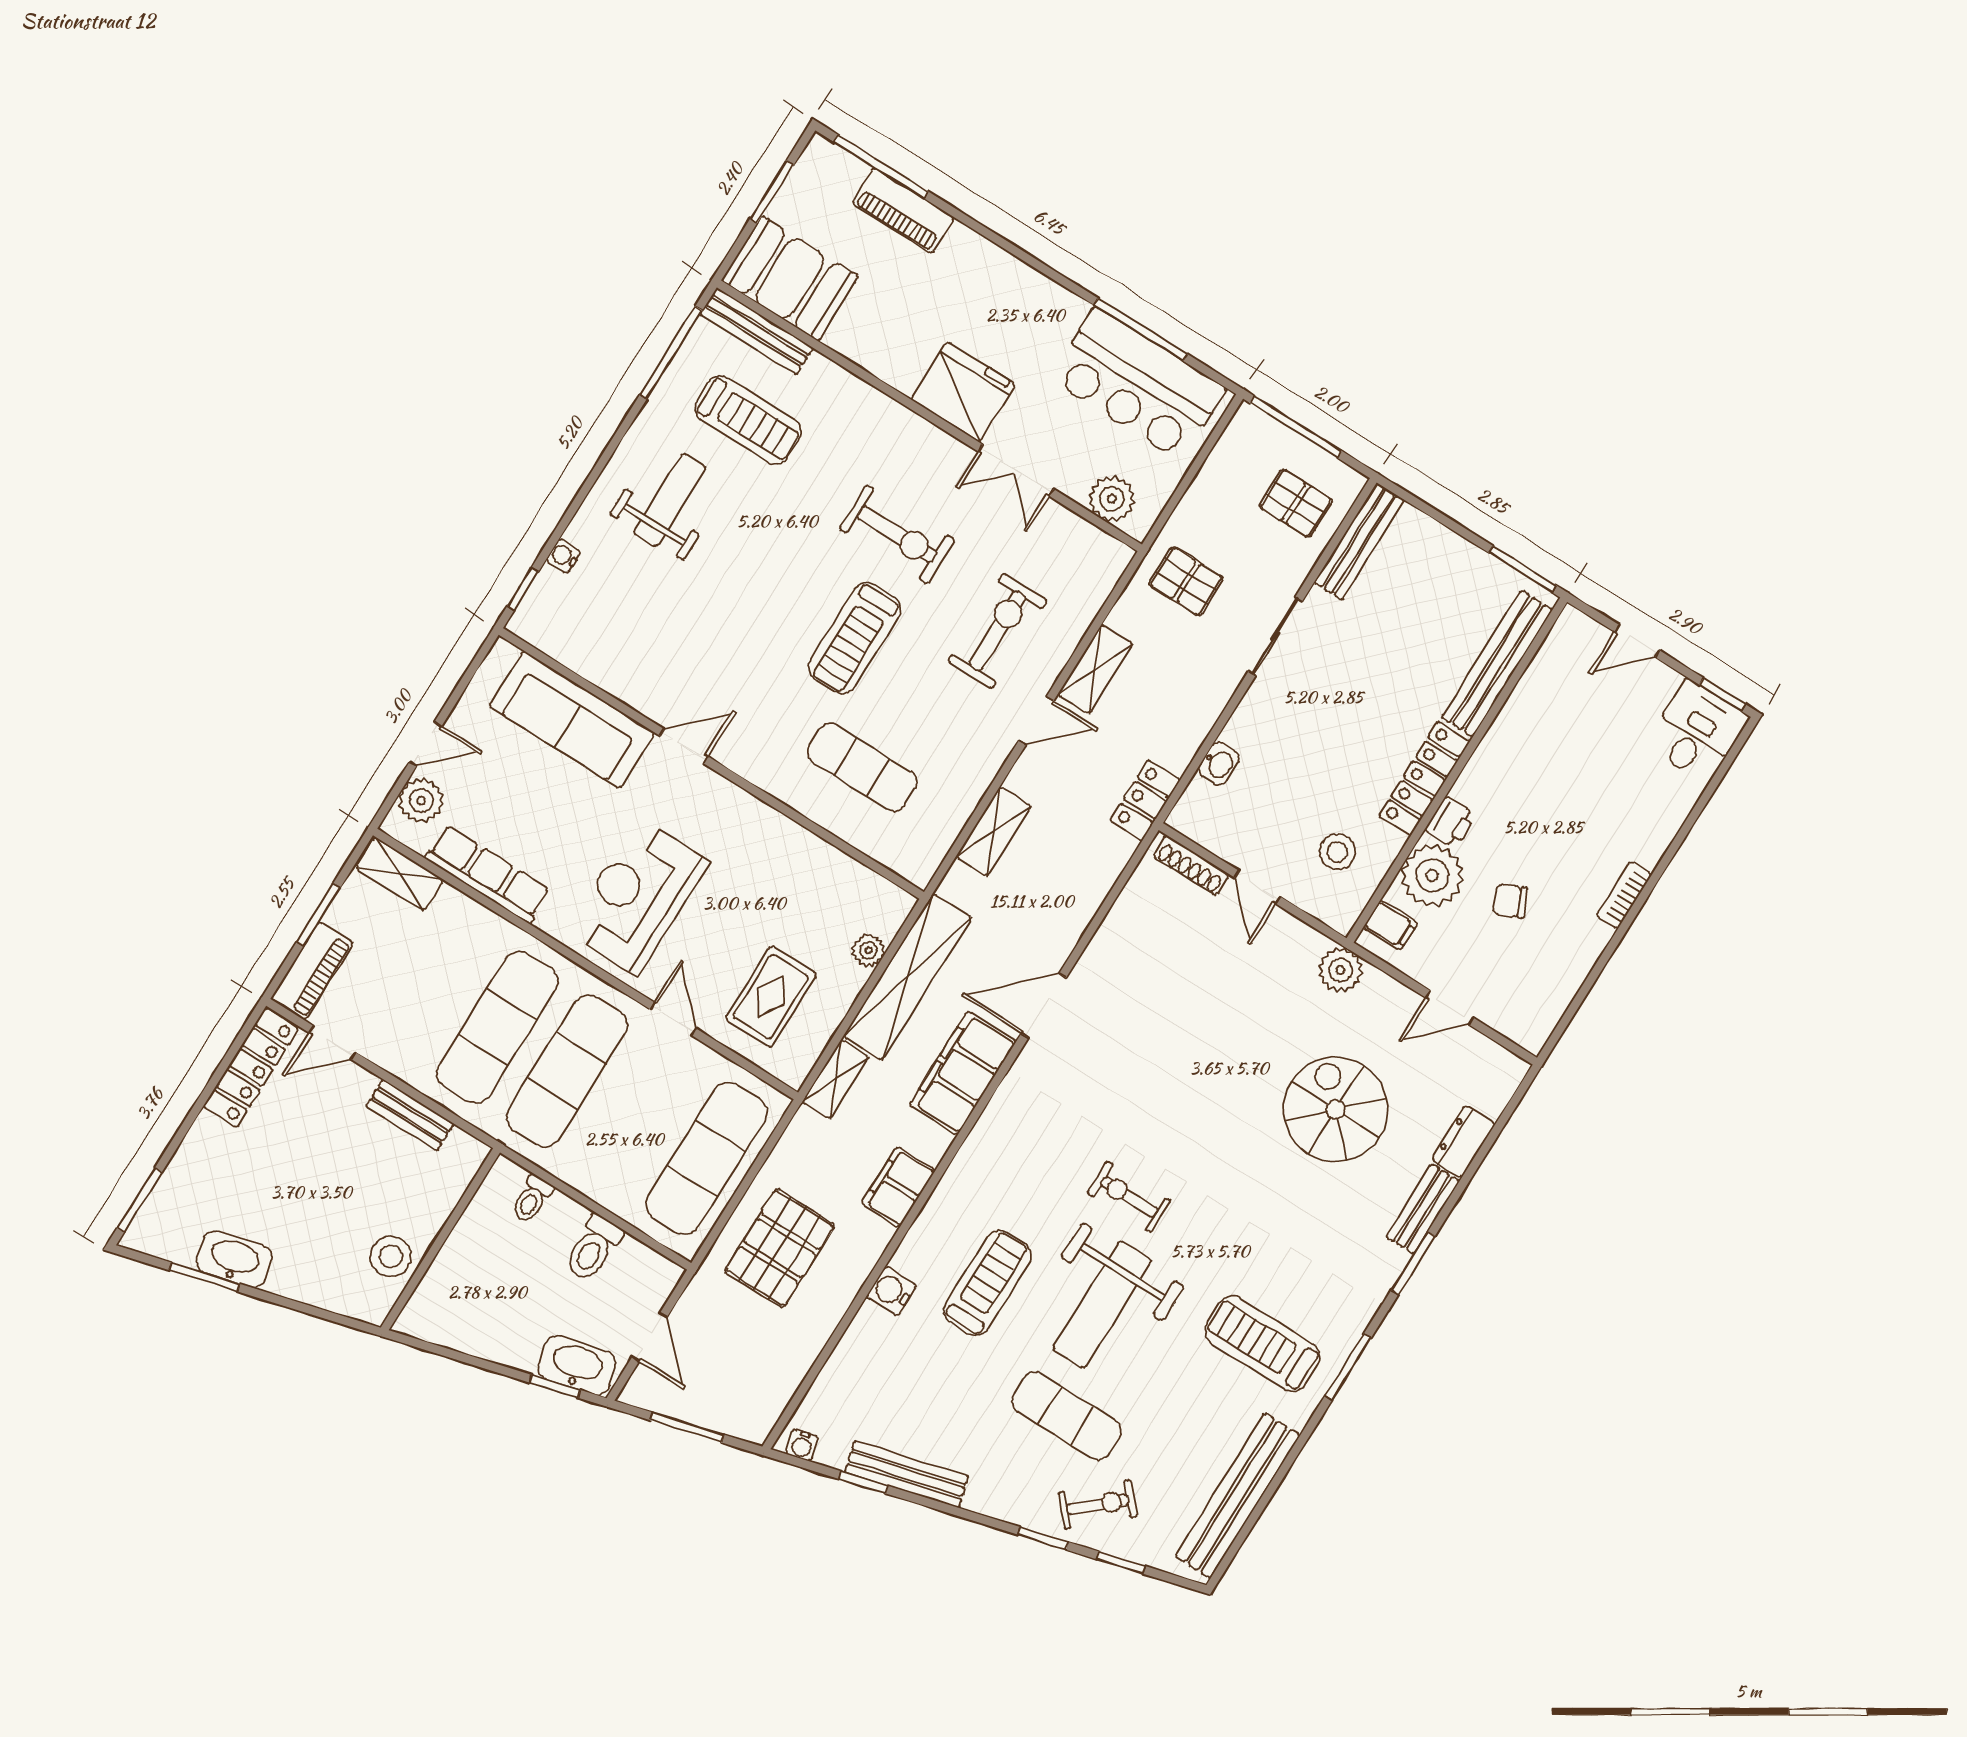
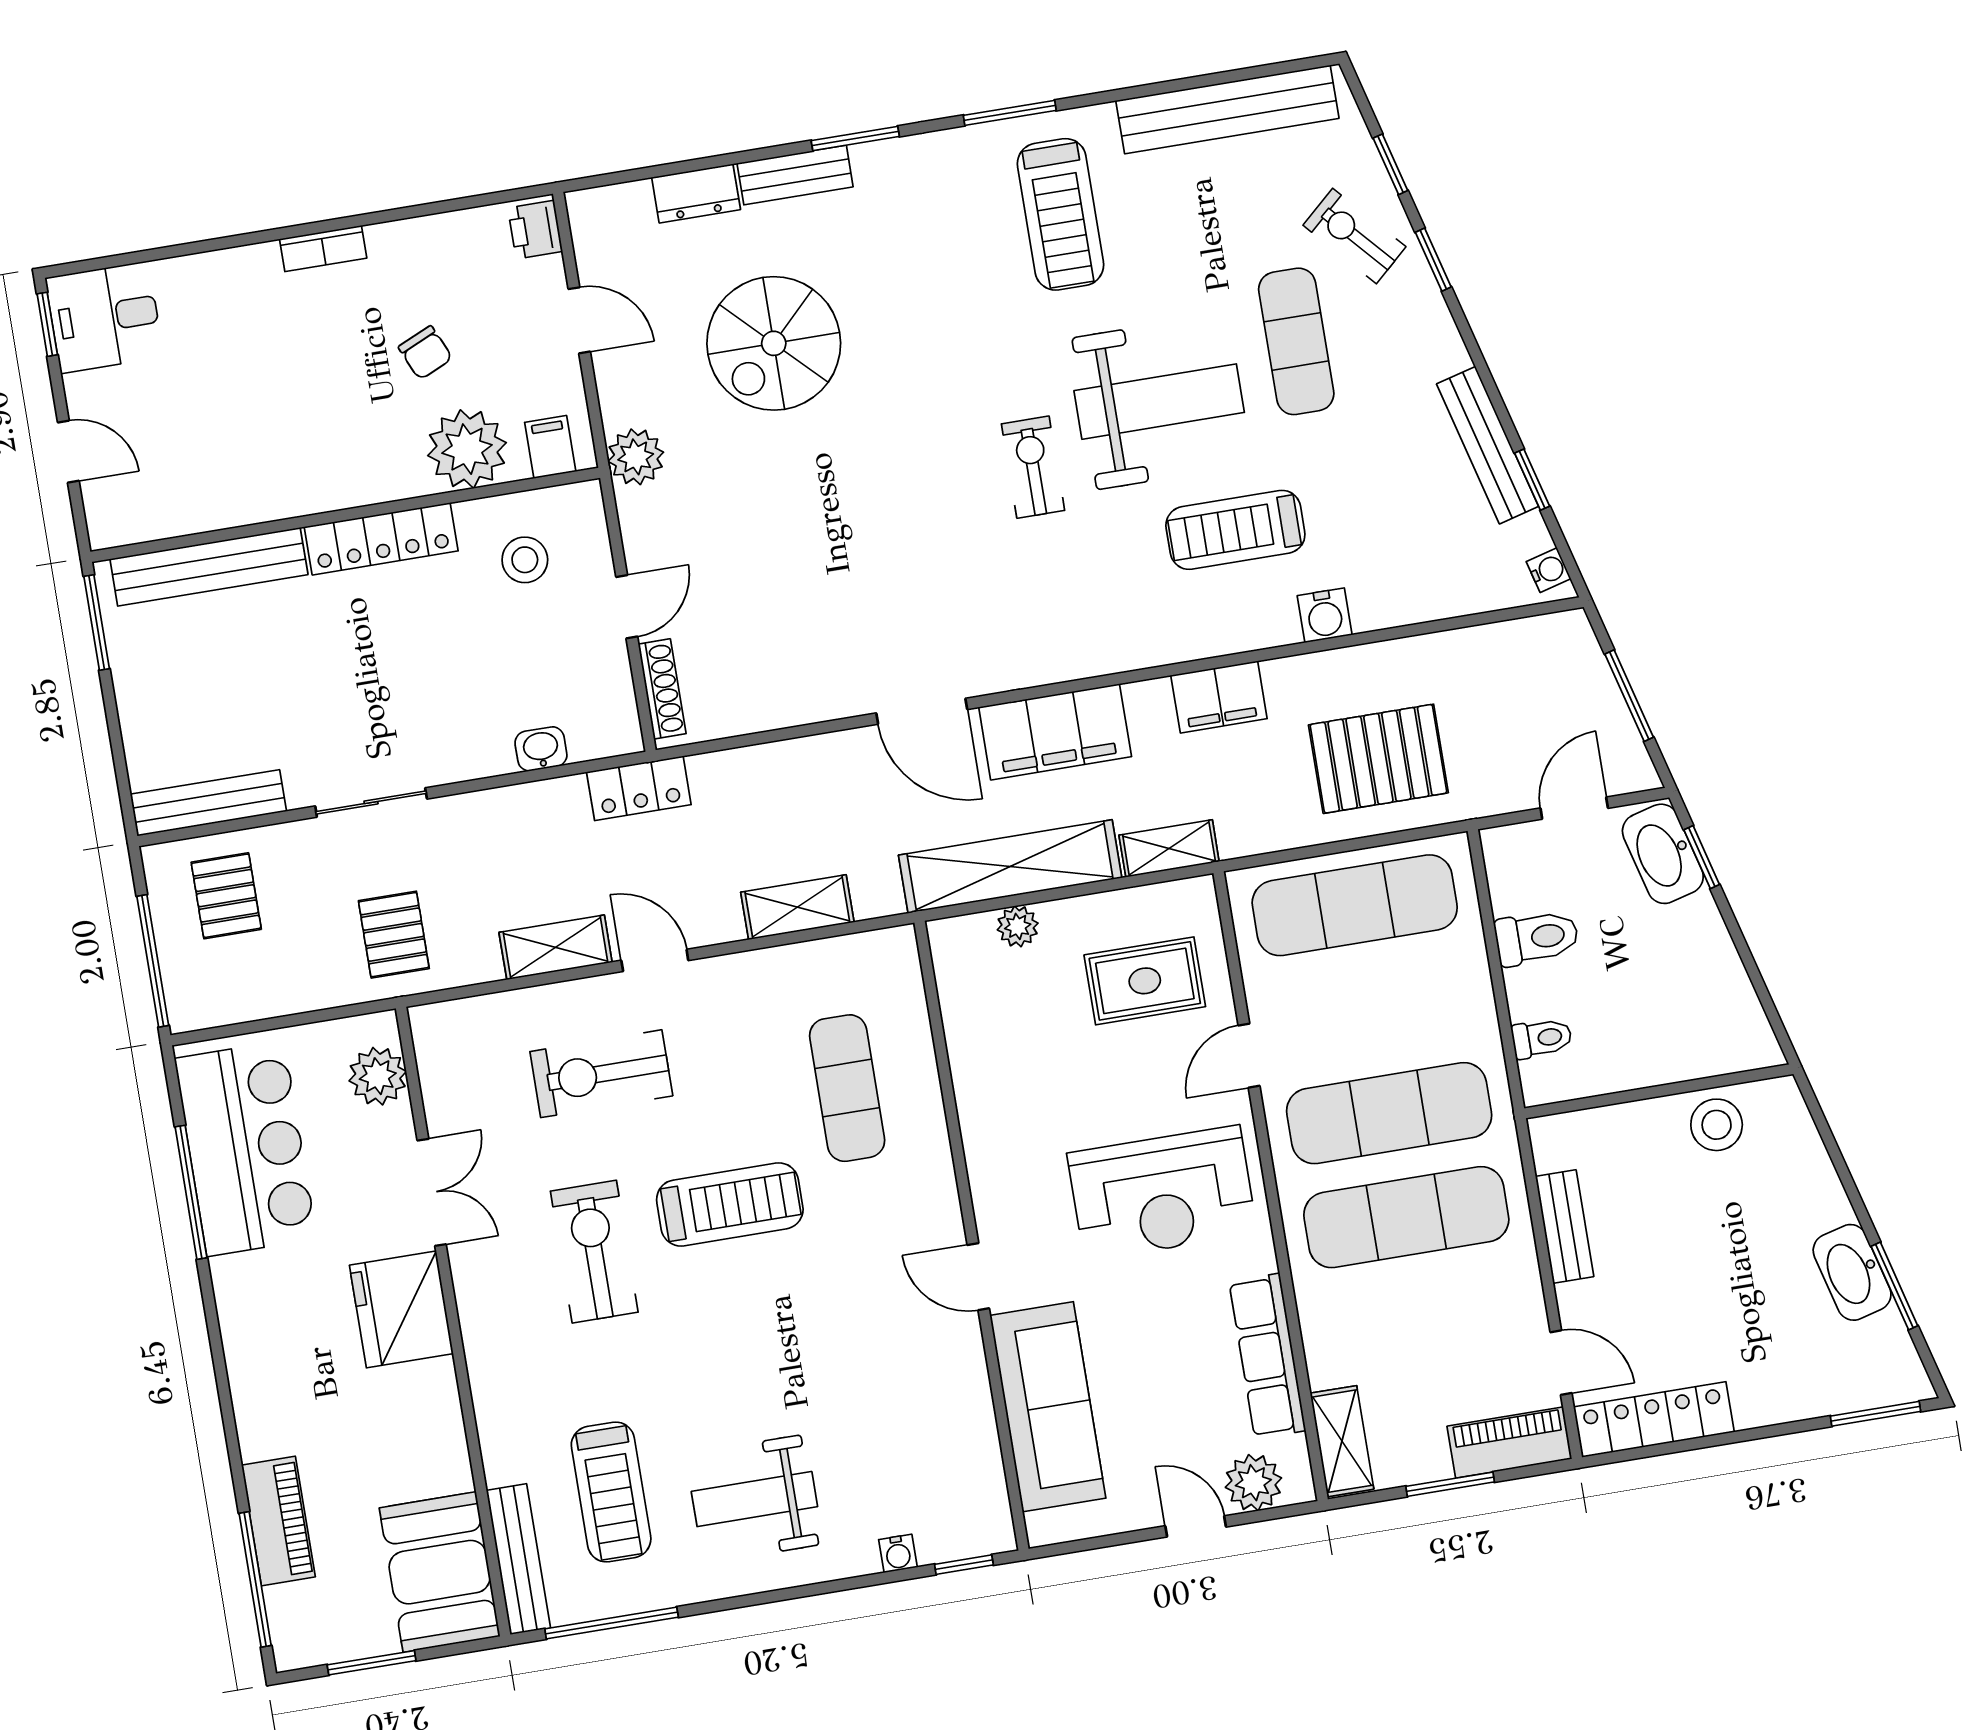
treadmill: (748, 420) -> (611, 1492), turned 180
printer: (1451, 822) -> (535, 230), moved, turned -90
exercise bike: (1129, 1197) -> (1033, 467), turned 180

